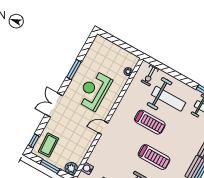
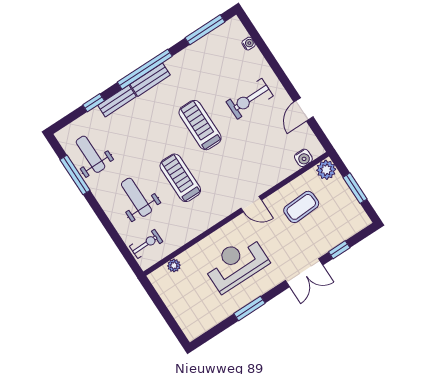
reception desk: (94, 90) -> (236, 264), turned 180
weight bench: (169, 99) -> (136, 197), width x0.73, depth x0.75
window: (34, 141) -> (339, 250), moved
coffee table: (49, 145) -> (301, 207), moved

